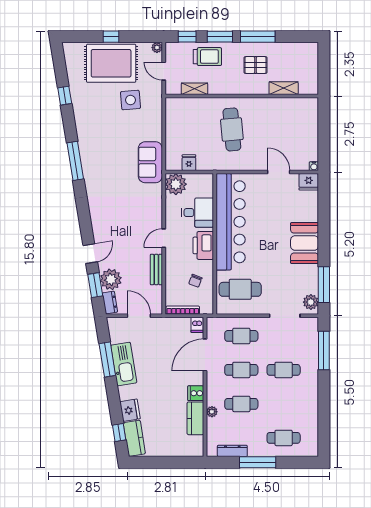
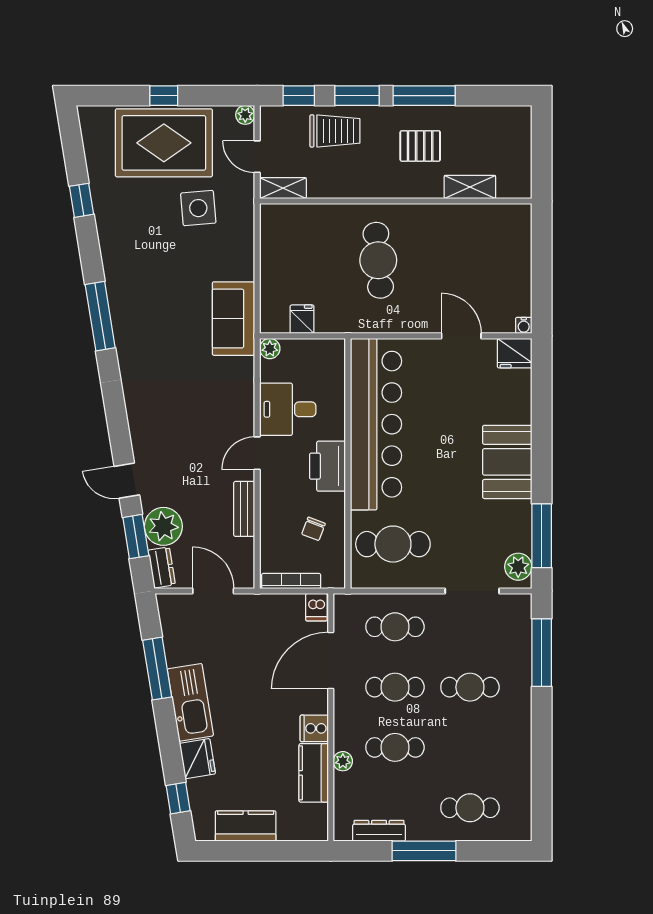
shelving: (194, 89) -> (283, 188), moved
plant: (176, 184) -> (270, 349), width x0.53, depth x0.53
desk: (198, 213) -> (288, 409), moved, turned 180
door: (90, 254) -> (127, 481), swing flipped
kitchen sink: (124, 364) -> (190, 702), moved
kitchen counter: (134, 438) -> (246, 826), moved, turned -81

